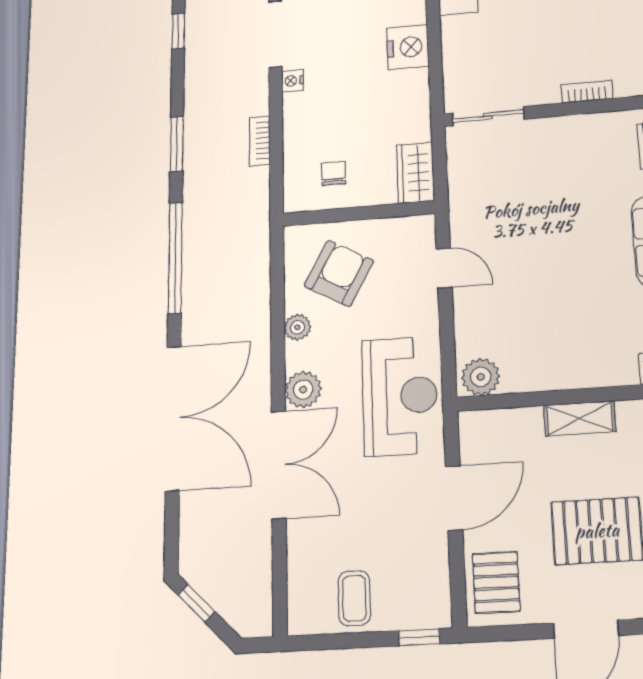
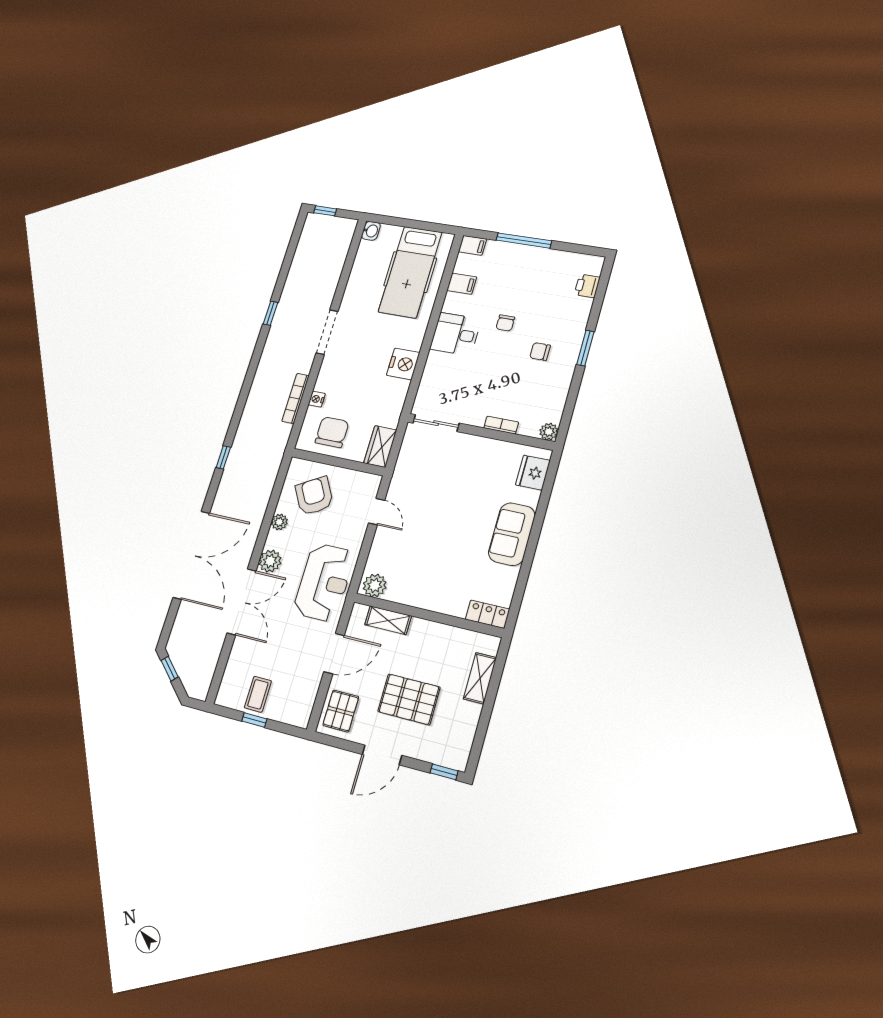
nightstand: (292, 81) -> (317, 399), moved
bookcase: (260, 141) -> (296, 398), width x1.56
window: (177, 144) -> (247, 386), removed
chair: (334, 173) -> (332, 432), width x1.87, depth x1.87
window: (175, 258) -> (223, 457), width x0.32
armchair: (339, 273) -> (314, 496), turned -59
shelving: (580, 418) -> (388, 620), moved
window: (419, 637) -> (254, 720), moved

